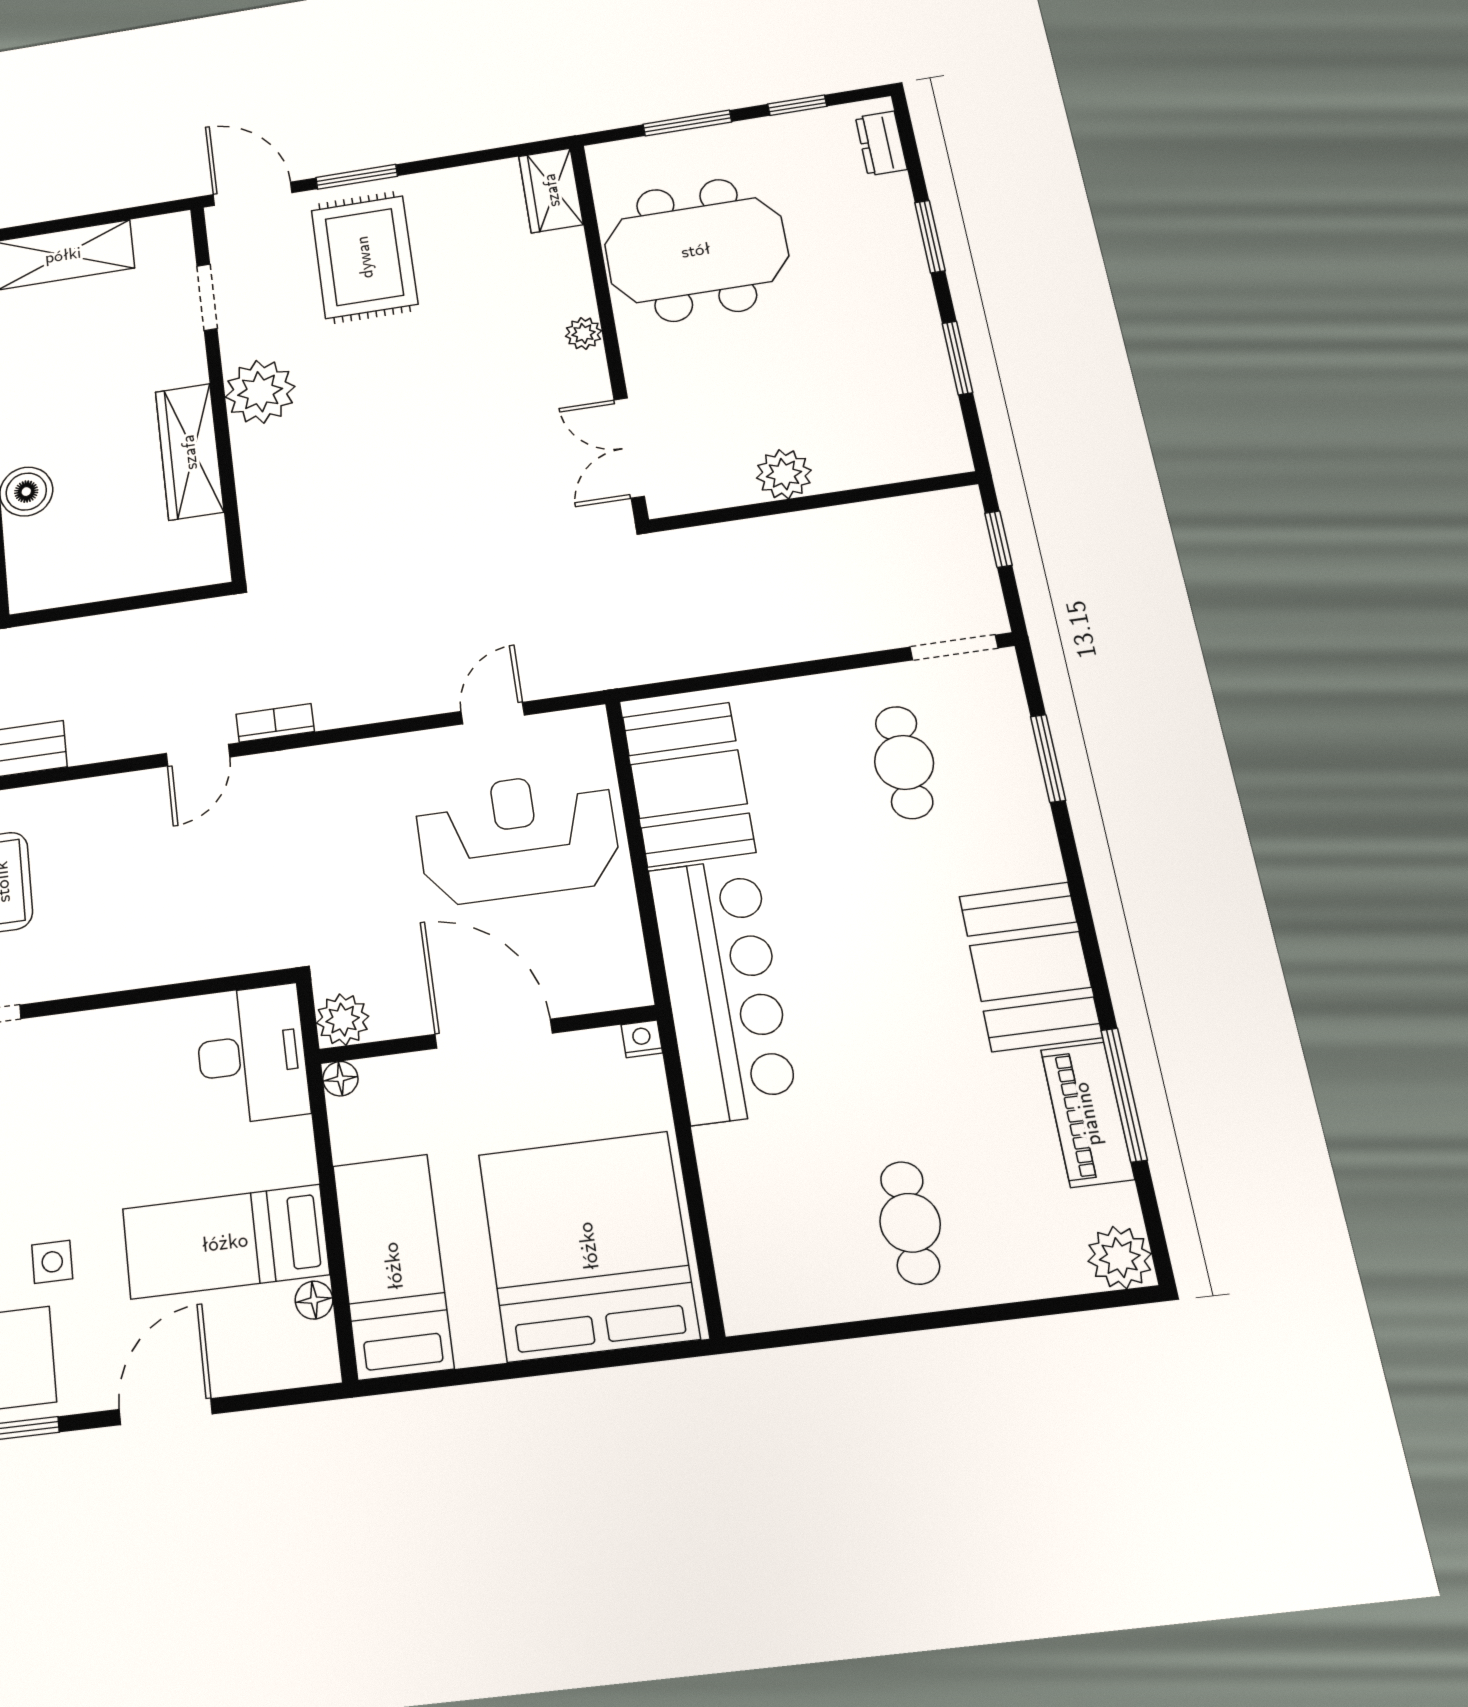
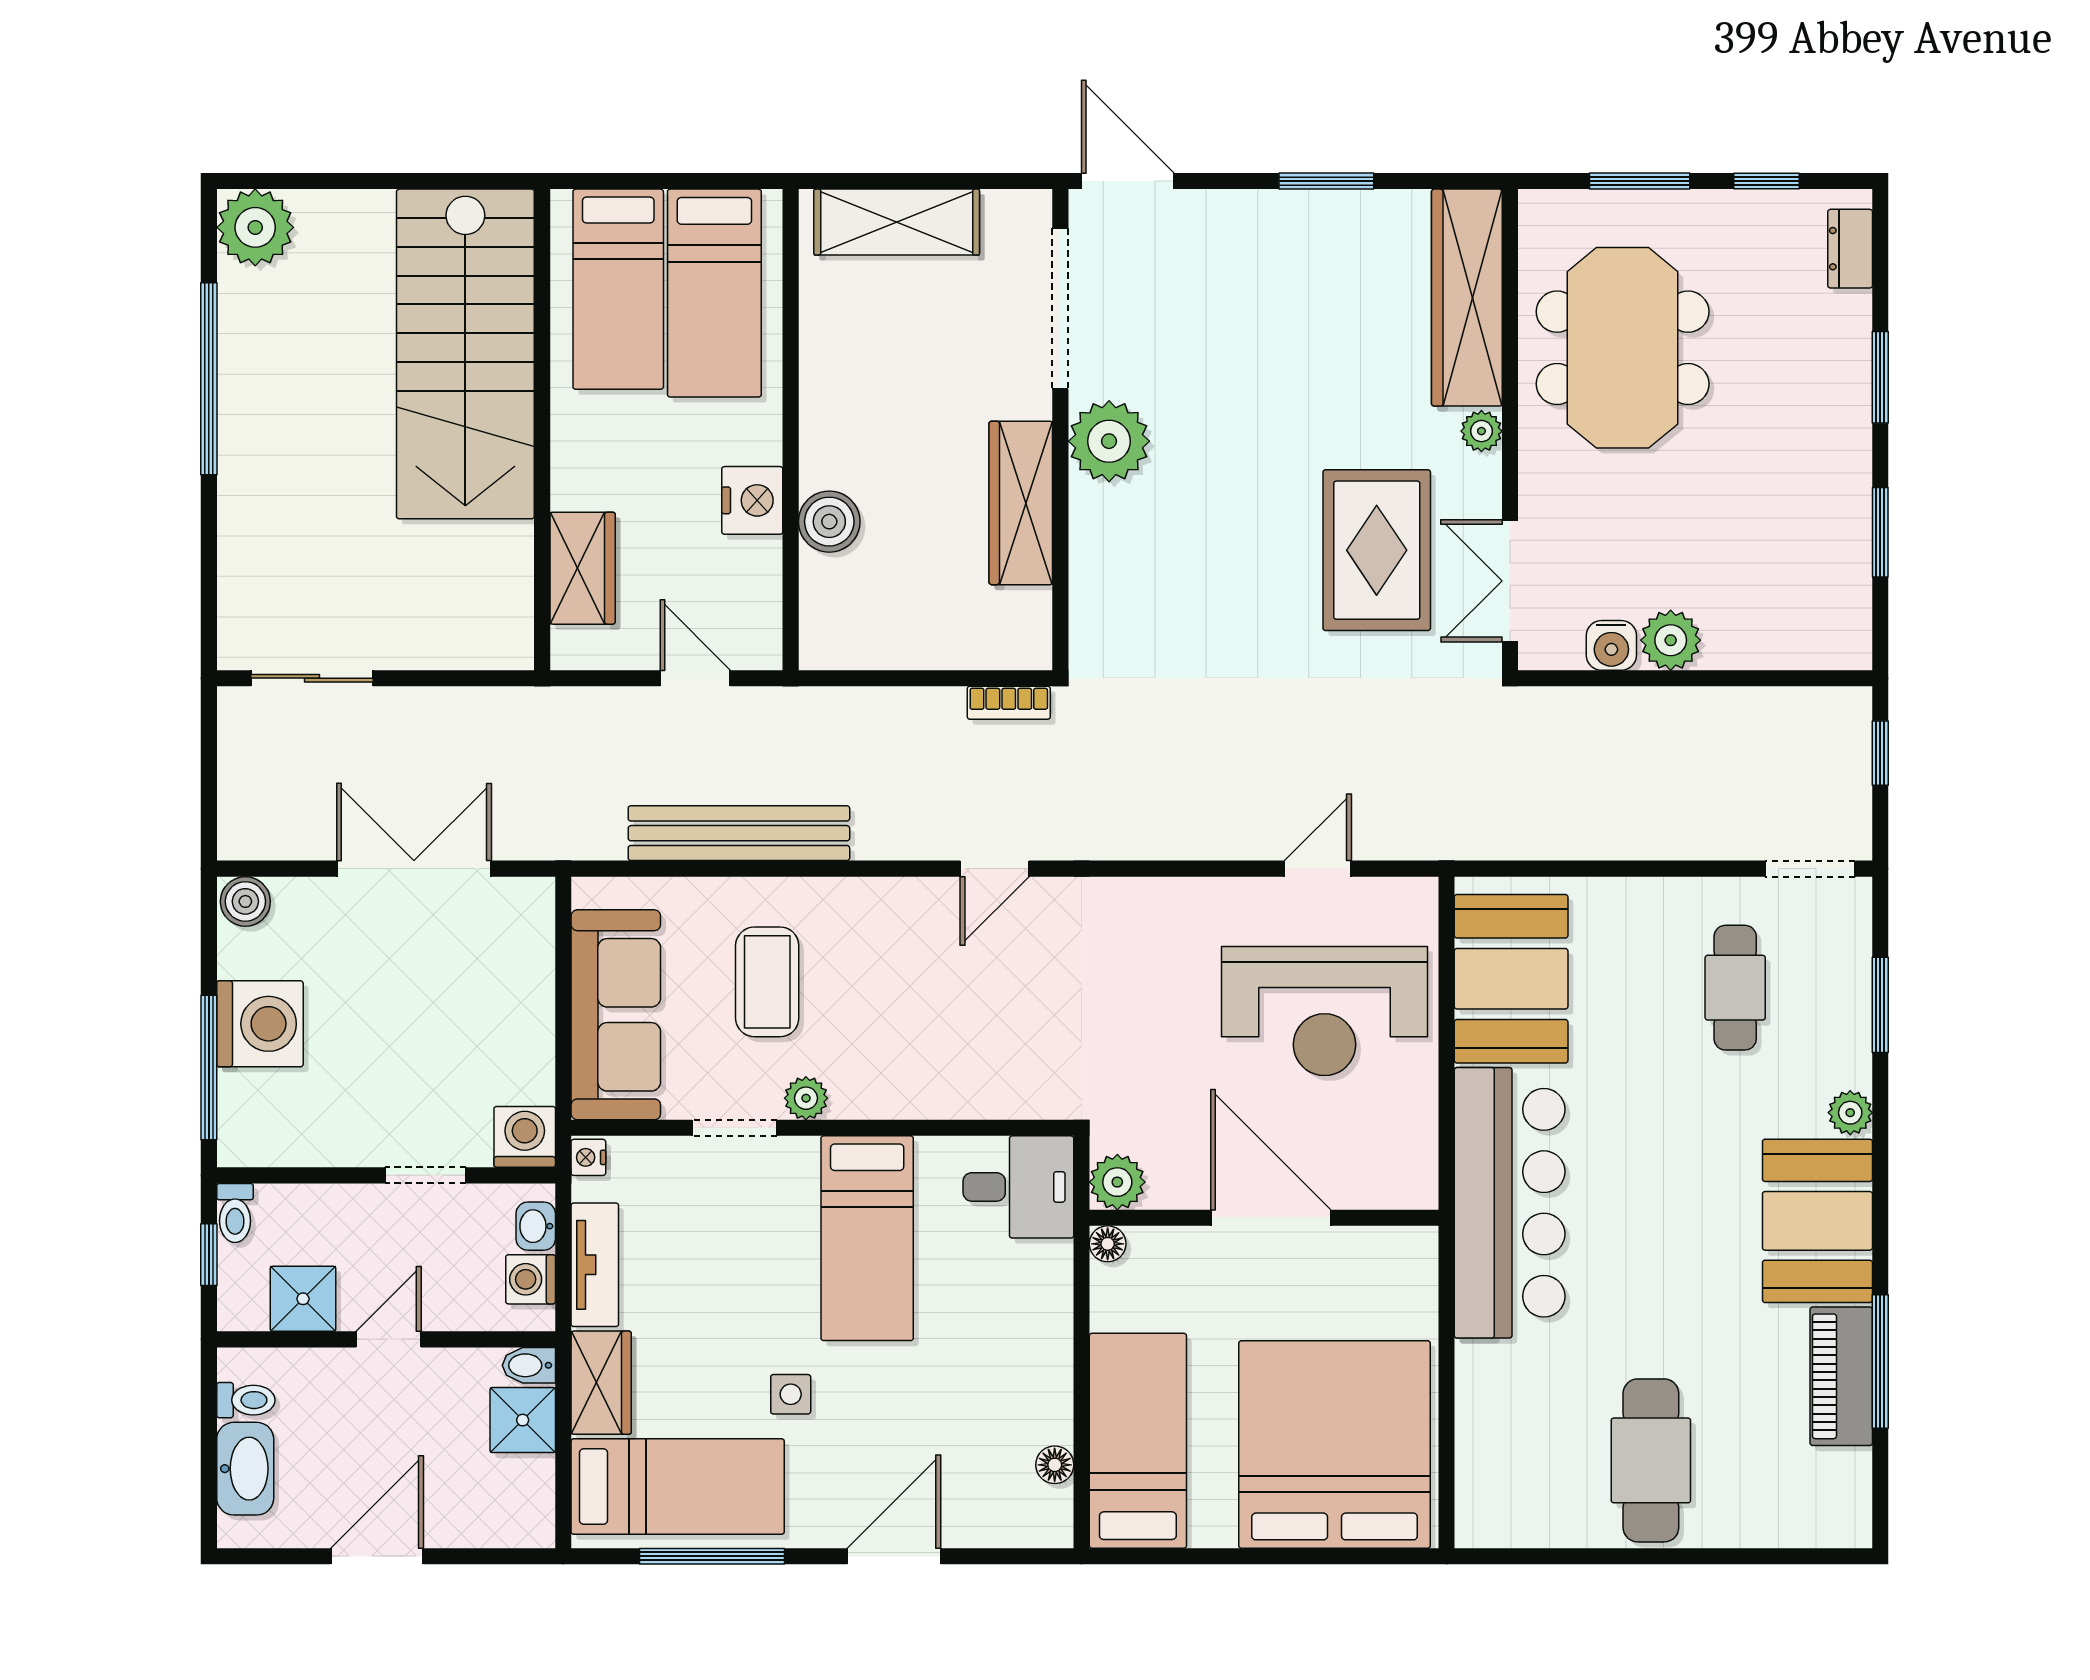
window: (357, 177) -> (1326, 181), moved
wardrobe: (551, 190) -> (1467, 298), width x2.10, depth x1.17
meeting table: (696, 250) -> (1623, 348), turned 90
rug: (364, 257) -> (1377, 550), moved
doorway: (207, 297) -> (1060, 309), width x1.88
water cooler: (731, 486) -> (1611, 645), added
bookcase: (275, 723) -> (1009, 703), moved, turned 180
reception desk: (517, 837) -> (1324, 1011), turned 180
plant: (45, 981) -> (806, 1098), added
nightstand: (642, 1039) -> (1420, 1243), removed
desk: (252, 1054) -> (1018, 1187), width x0.73
cafe table: (910, 1223) -> (1651, 1460), width x1.37, depth x1.35
bed: (225, 1242) -> (867, 1238), moved, turned -90
plant: (1120, 1257) -> (1850, 1113), moved, width x0.73, depth x0.73

